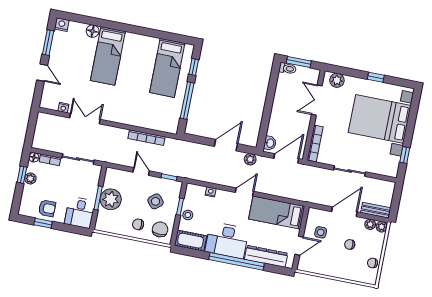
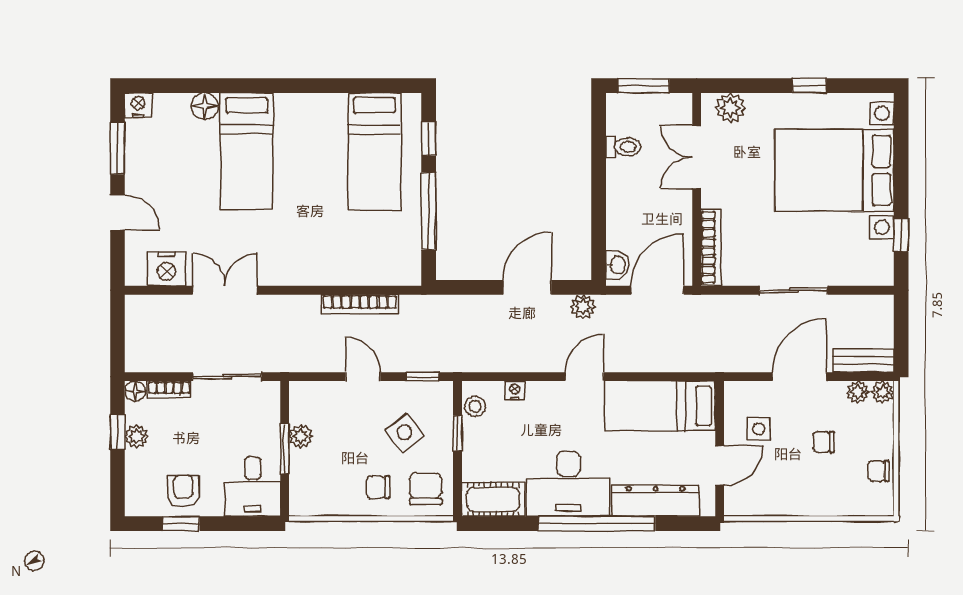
toilet: (288, 68) -> (623, 147), moved
nightstand: (63, 108) -> (167, 269), width x1.89, depth x1.79
plant: (111, 199) -> (301, 436), width x0.53, depth x0.53
armchair: (47, 208) -> (183, 491), turned -90
stool: (188, 215) -> (475, 406), moved

